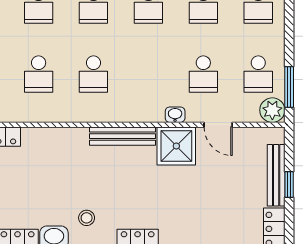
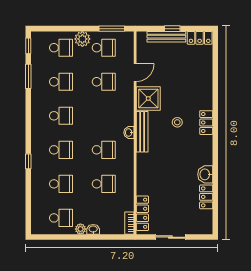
plant: (272, 110) -> (82, 39), moved
washbasin: (175, 115) -> (129, 133), moved
stool: (87, 218) -> (177, 122), moved

